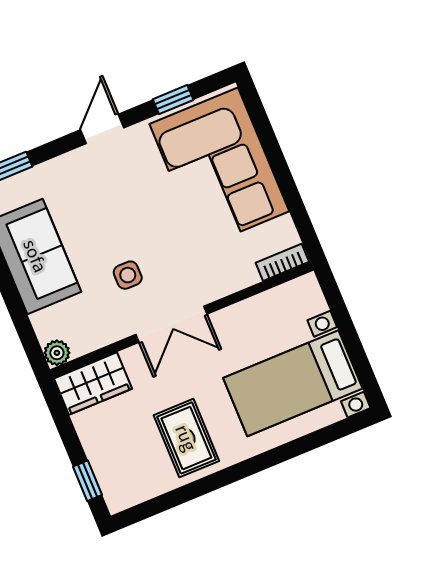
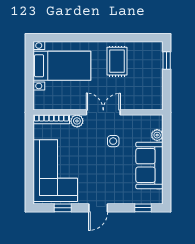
bookcase: (282, 262) -> (51, 119), width x1.56
plant: (217, 285) -> (77, 121), added
plant: (57, 353) -> (157, 135), moved
wardrobe: (93, 384) -> (147, 101), removed

